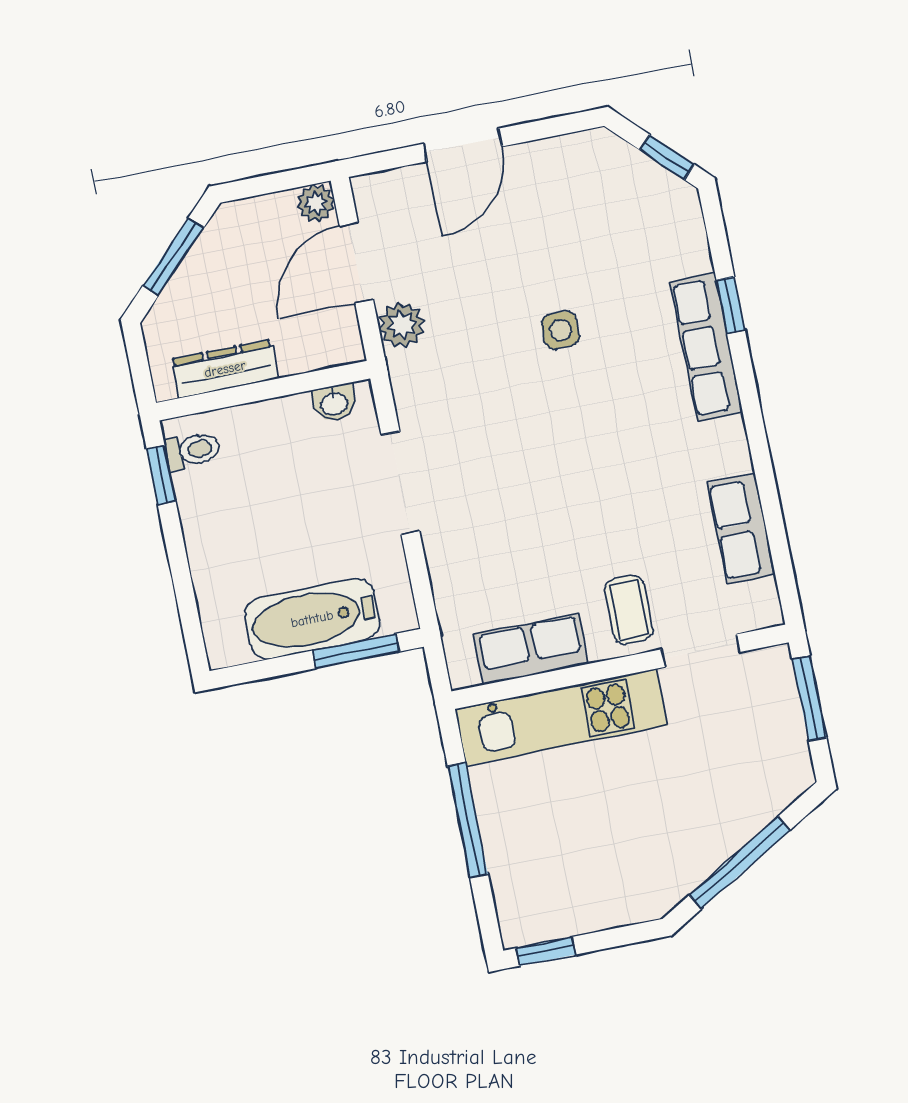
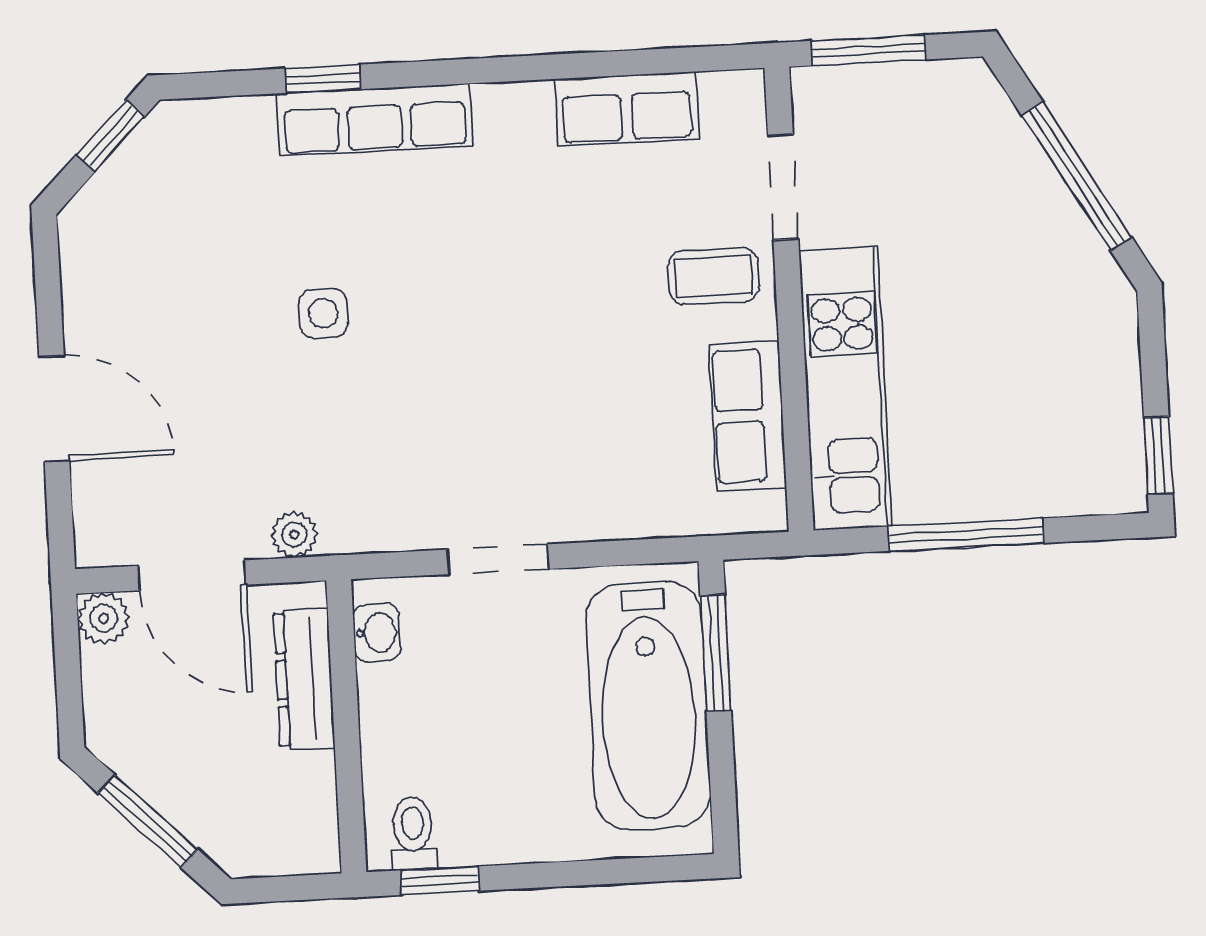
plant: (402, 325) -> (294, 535), width x0.73, depth x0.73
dresser: (225, 369) -> (304, 679), moved
doorway: (400, 483) -> (498, 559), width x0.73
bathtub: (312, 619) -> (648, 706), width x1.36, depth x1.36

